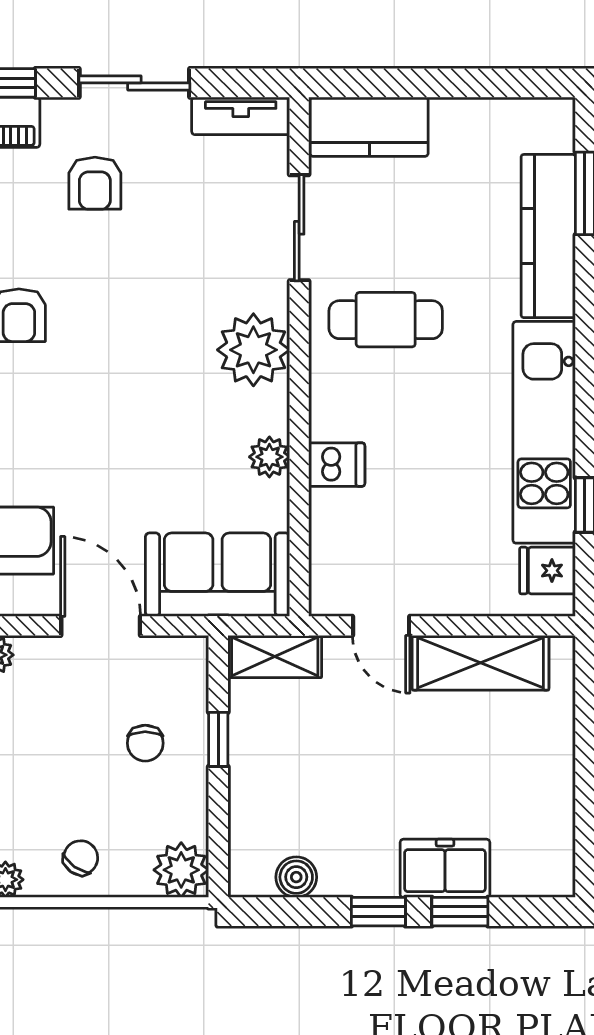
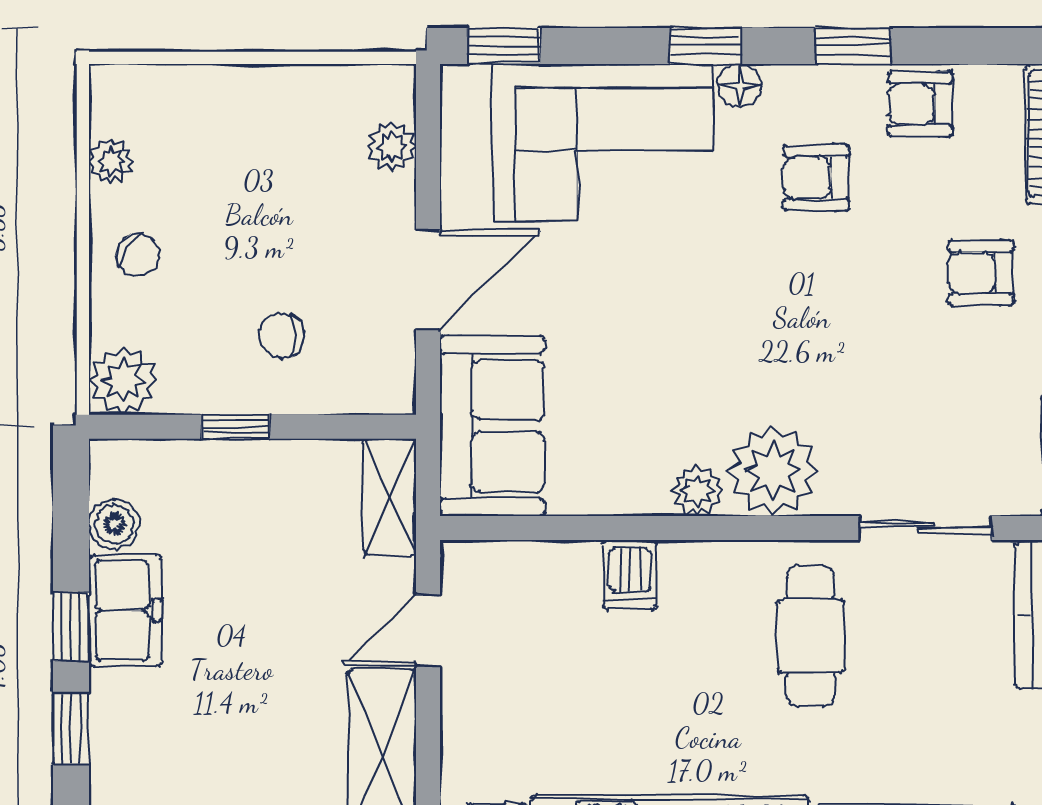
plant: (269, 457) -> (698, 491), moved
window: (218, 739) -> (235, 427), moved
freezer: (445, 868) -> (125, 610), moved

